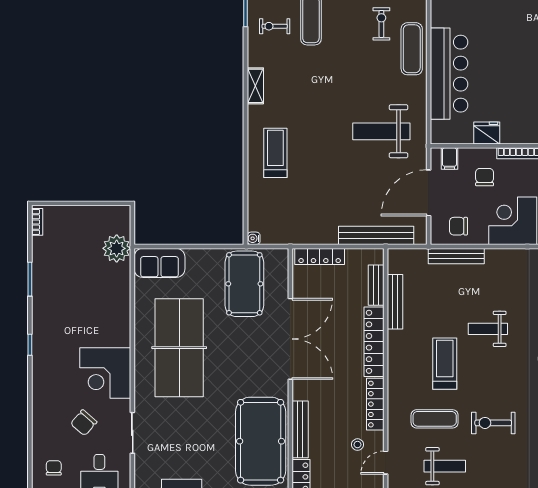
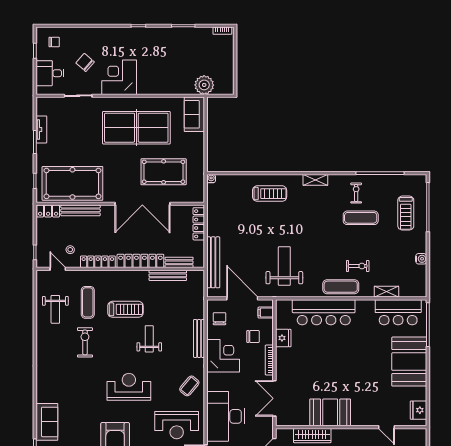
bench: (456, 256) -> (199, 338), moved
pool table: (244, 284) -> (164, 172), moved

